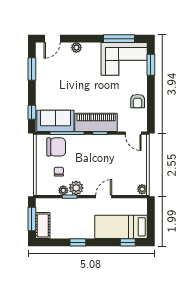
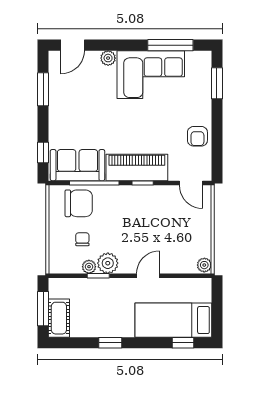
corner sofa: (124, 59) -> (151, 75), moved

